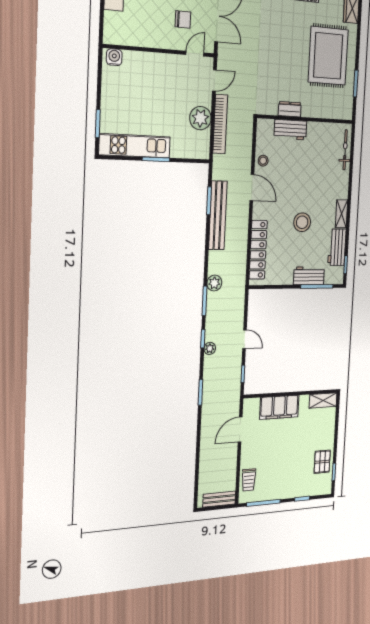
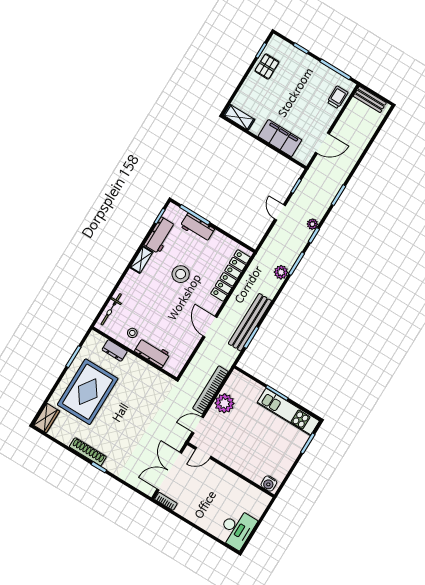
chair: (183, 19) -> (199, 483), removed
dresser: (290, 109) -> (115, 350), moved
stool: (263, 161) -> (132, 333), moved

